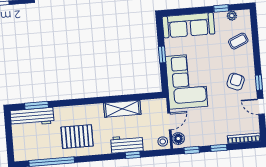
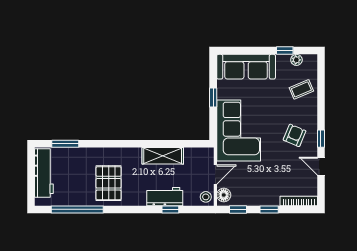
workbench: (32, 117) -> (44, 173), moved, turned -90
pallet: (77, 137) -> (109, 183), turned 90

